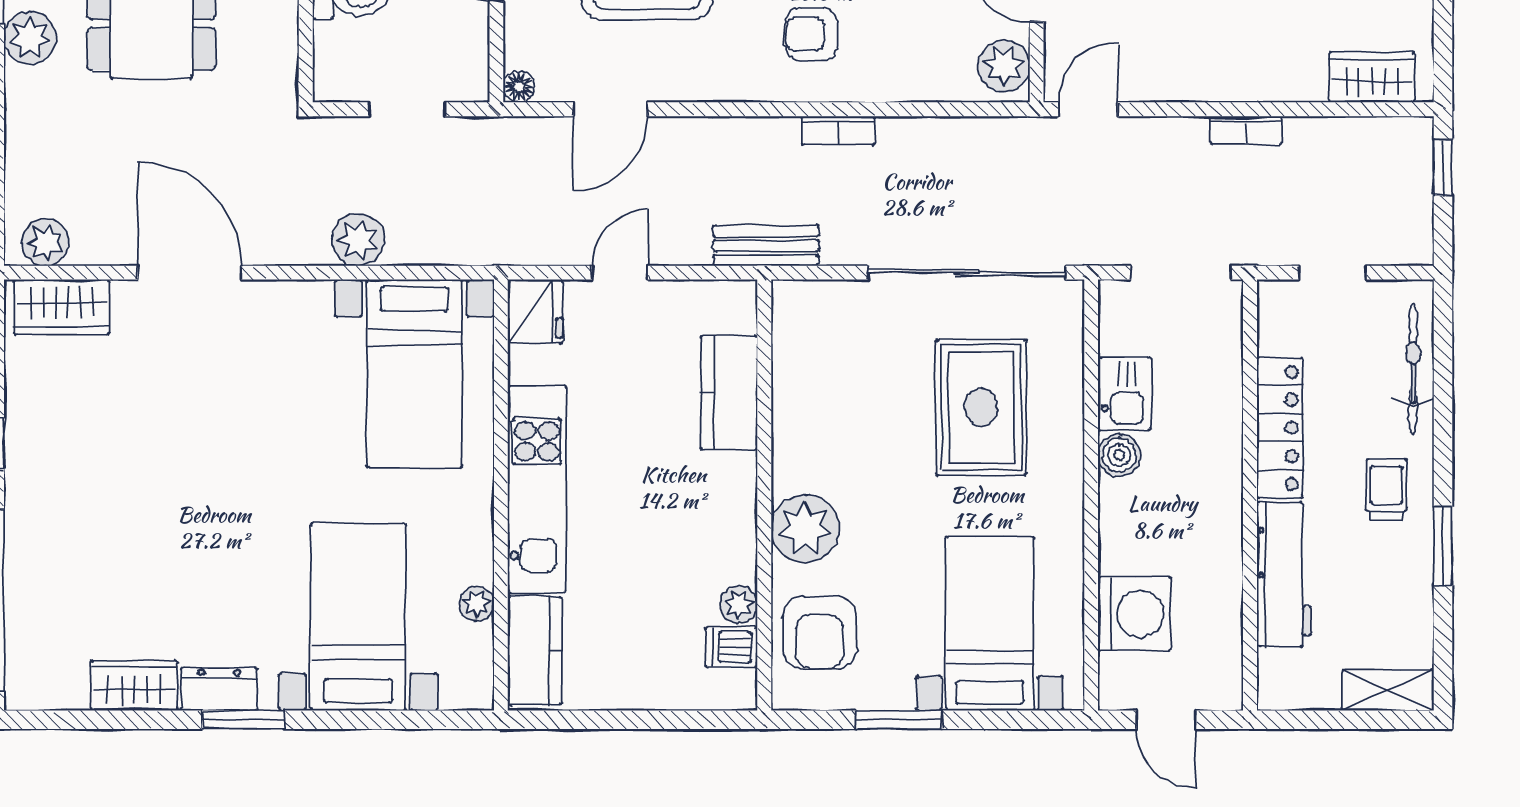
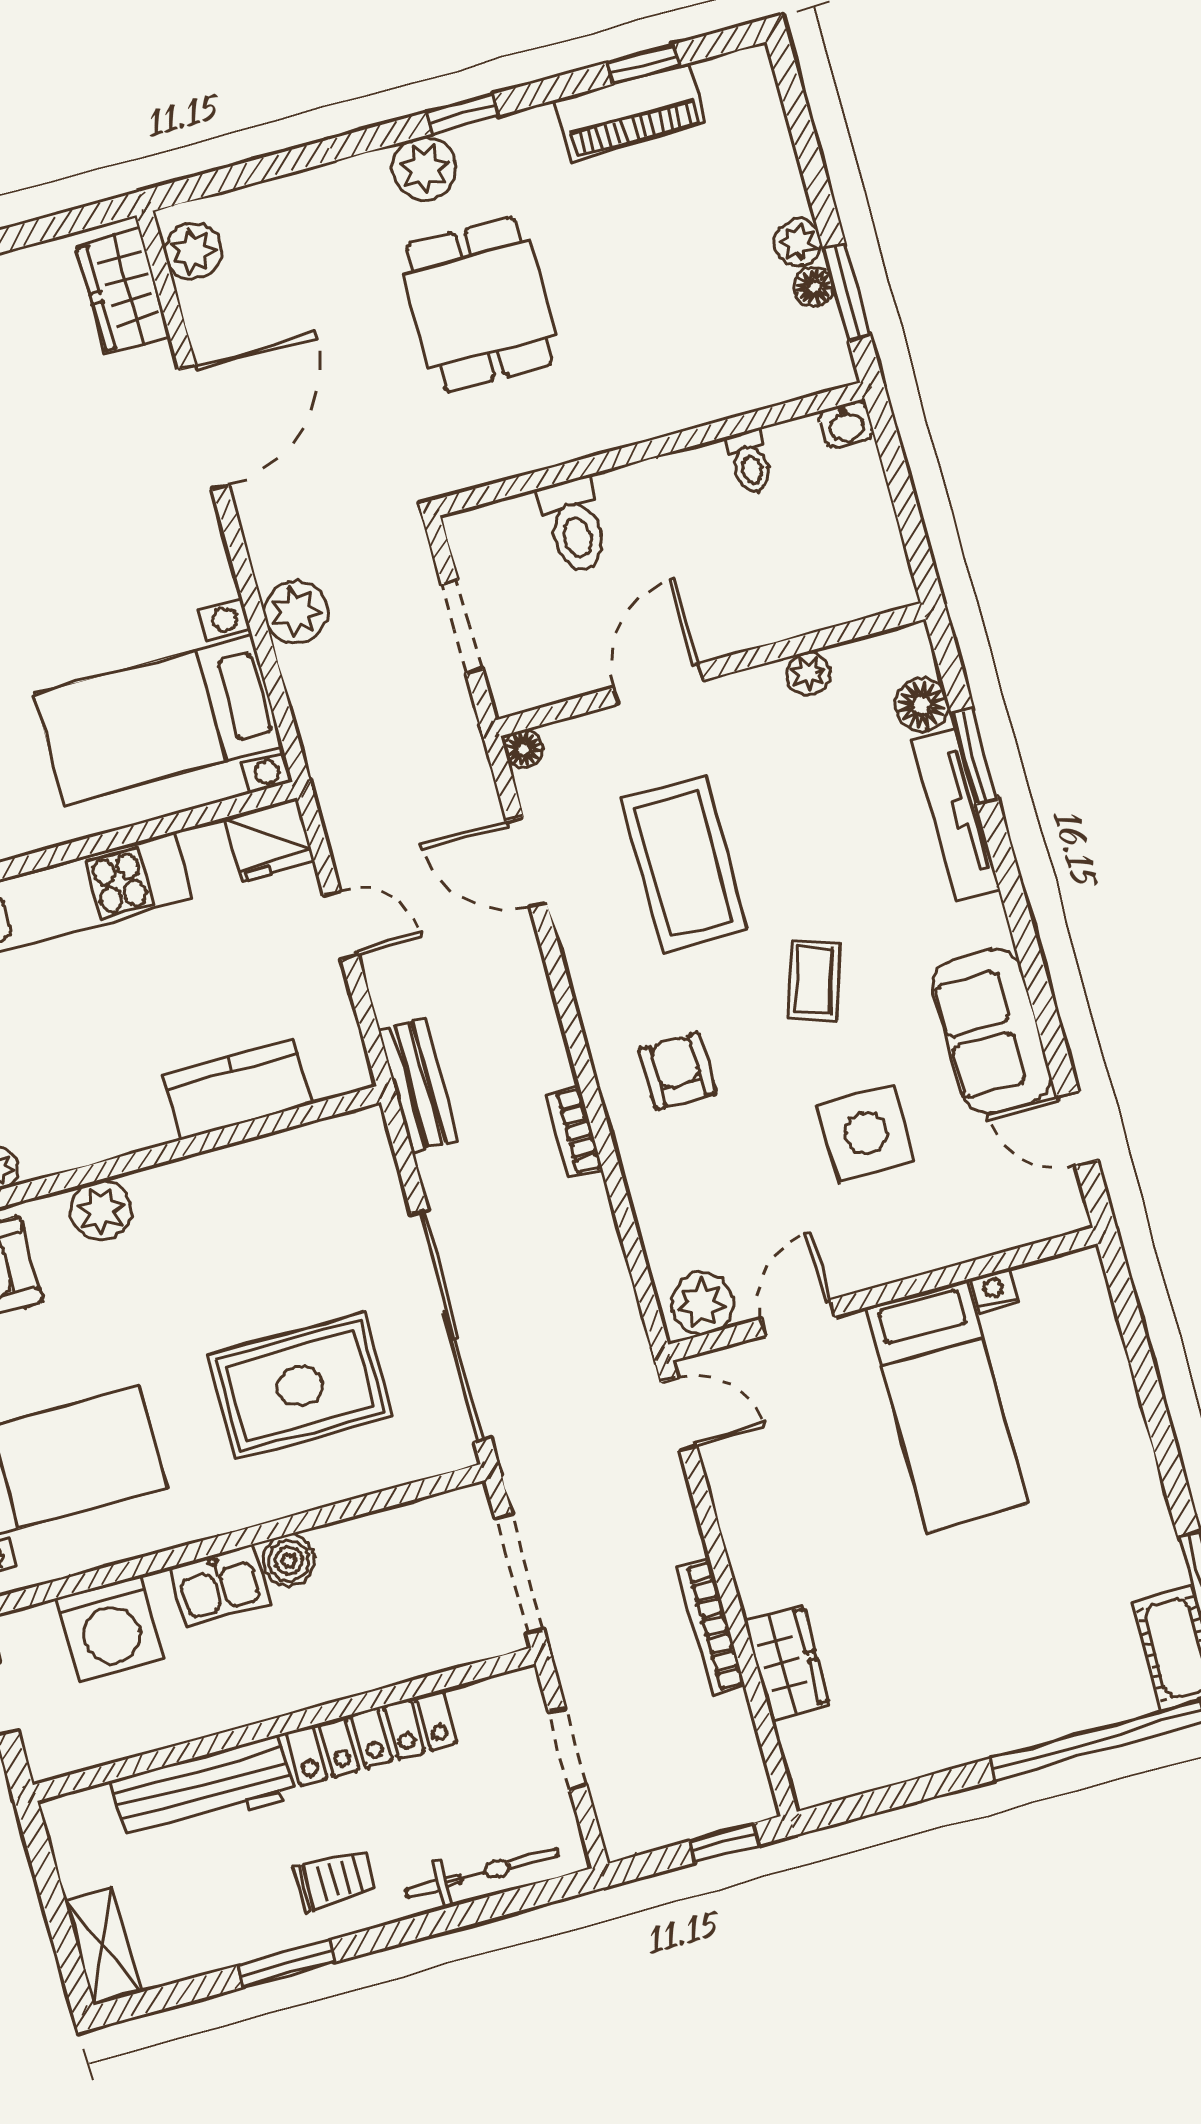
wardrobe: (1372, 77) -> (787, 1663), moved
bookcase: (1246, 130) -> (711, 1627), width x1.56
kitchen sink: (1124, 394) -> (219, 1586), moved
plant: (805, 529) -> (101, 1210), width x0.73, depth x0.73

